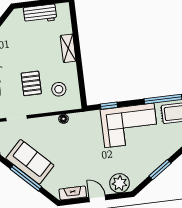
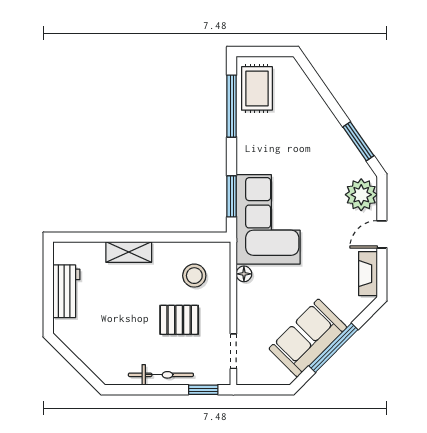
window: (109, 106) -> (232, 196), width x1.50
corner sofa: (129, 125) -> (268, 219), moved
window: (160, 170) -> (358, 141), moved

